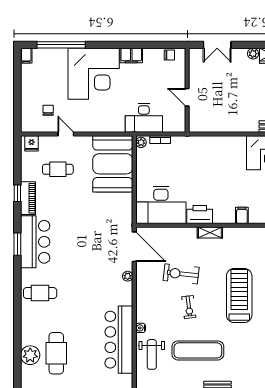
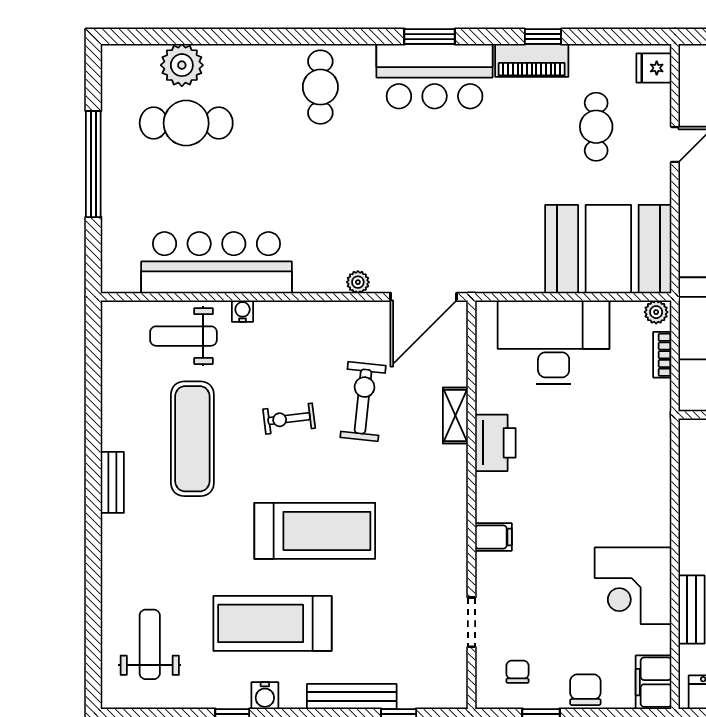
desk: (161, 205) -> (554, 342), moved, turned 90
shelving: (210, 232) -> (455, 415), moved

